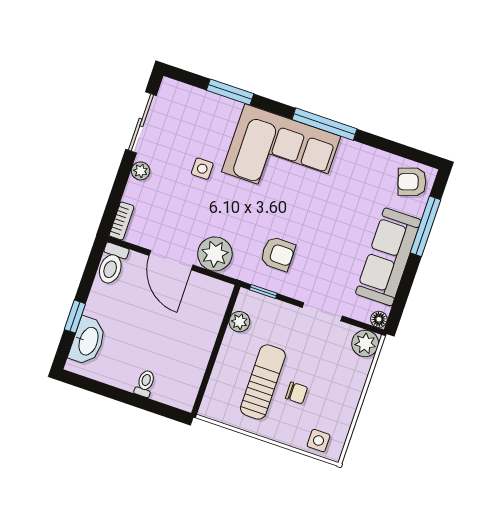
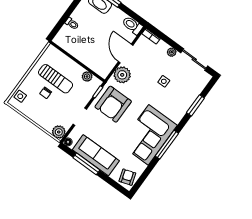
corner sofa: (281, 154) -> (148, 135), moved
window: (426, 226) -> (86, 164), moved
armchair: (278, 254) -> (113, 104), width x1.88, depth x1.88
door: (171, 260) -> (126, 53), hinge flipped

